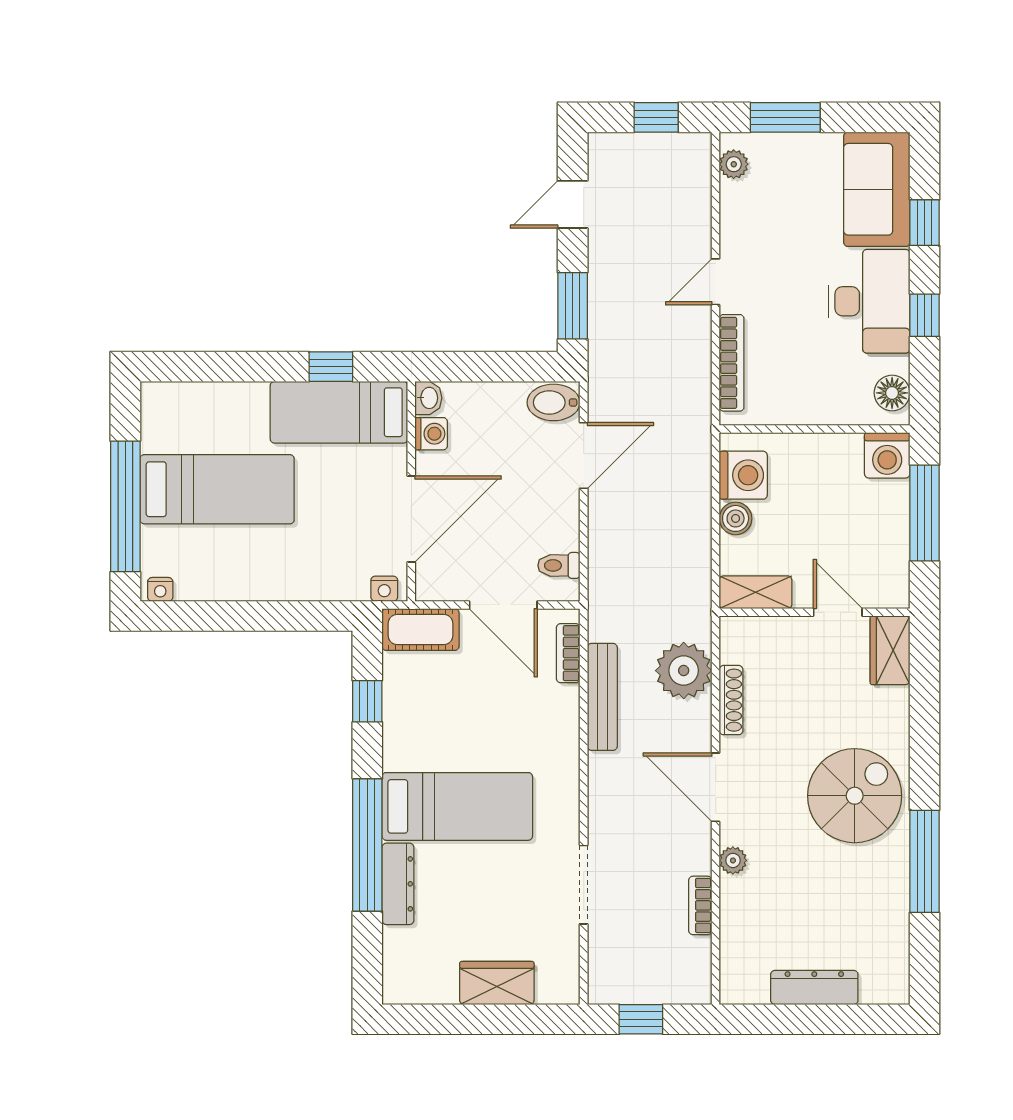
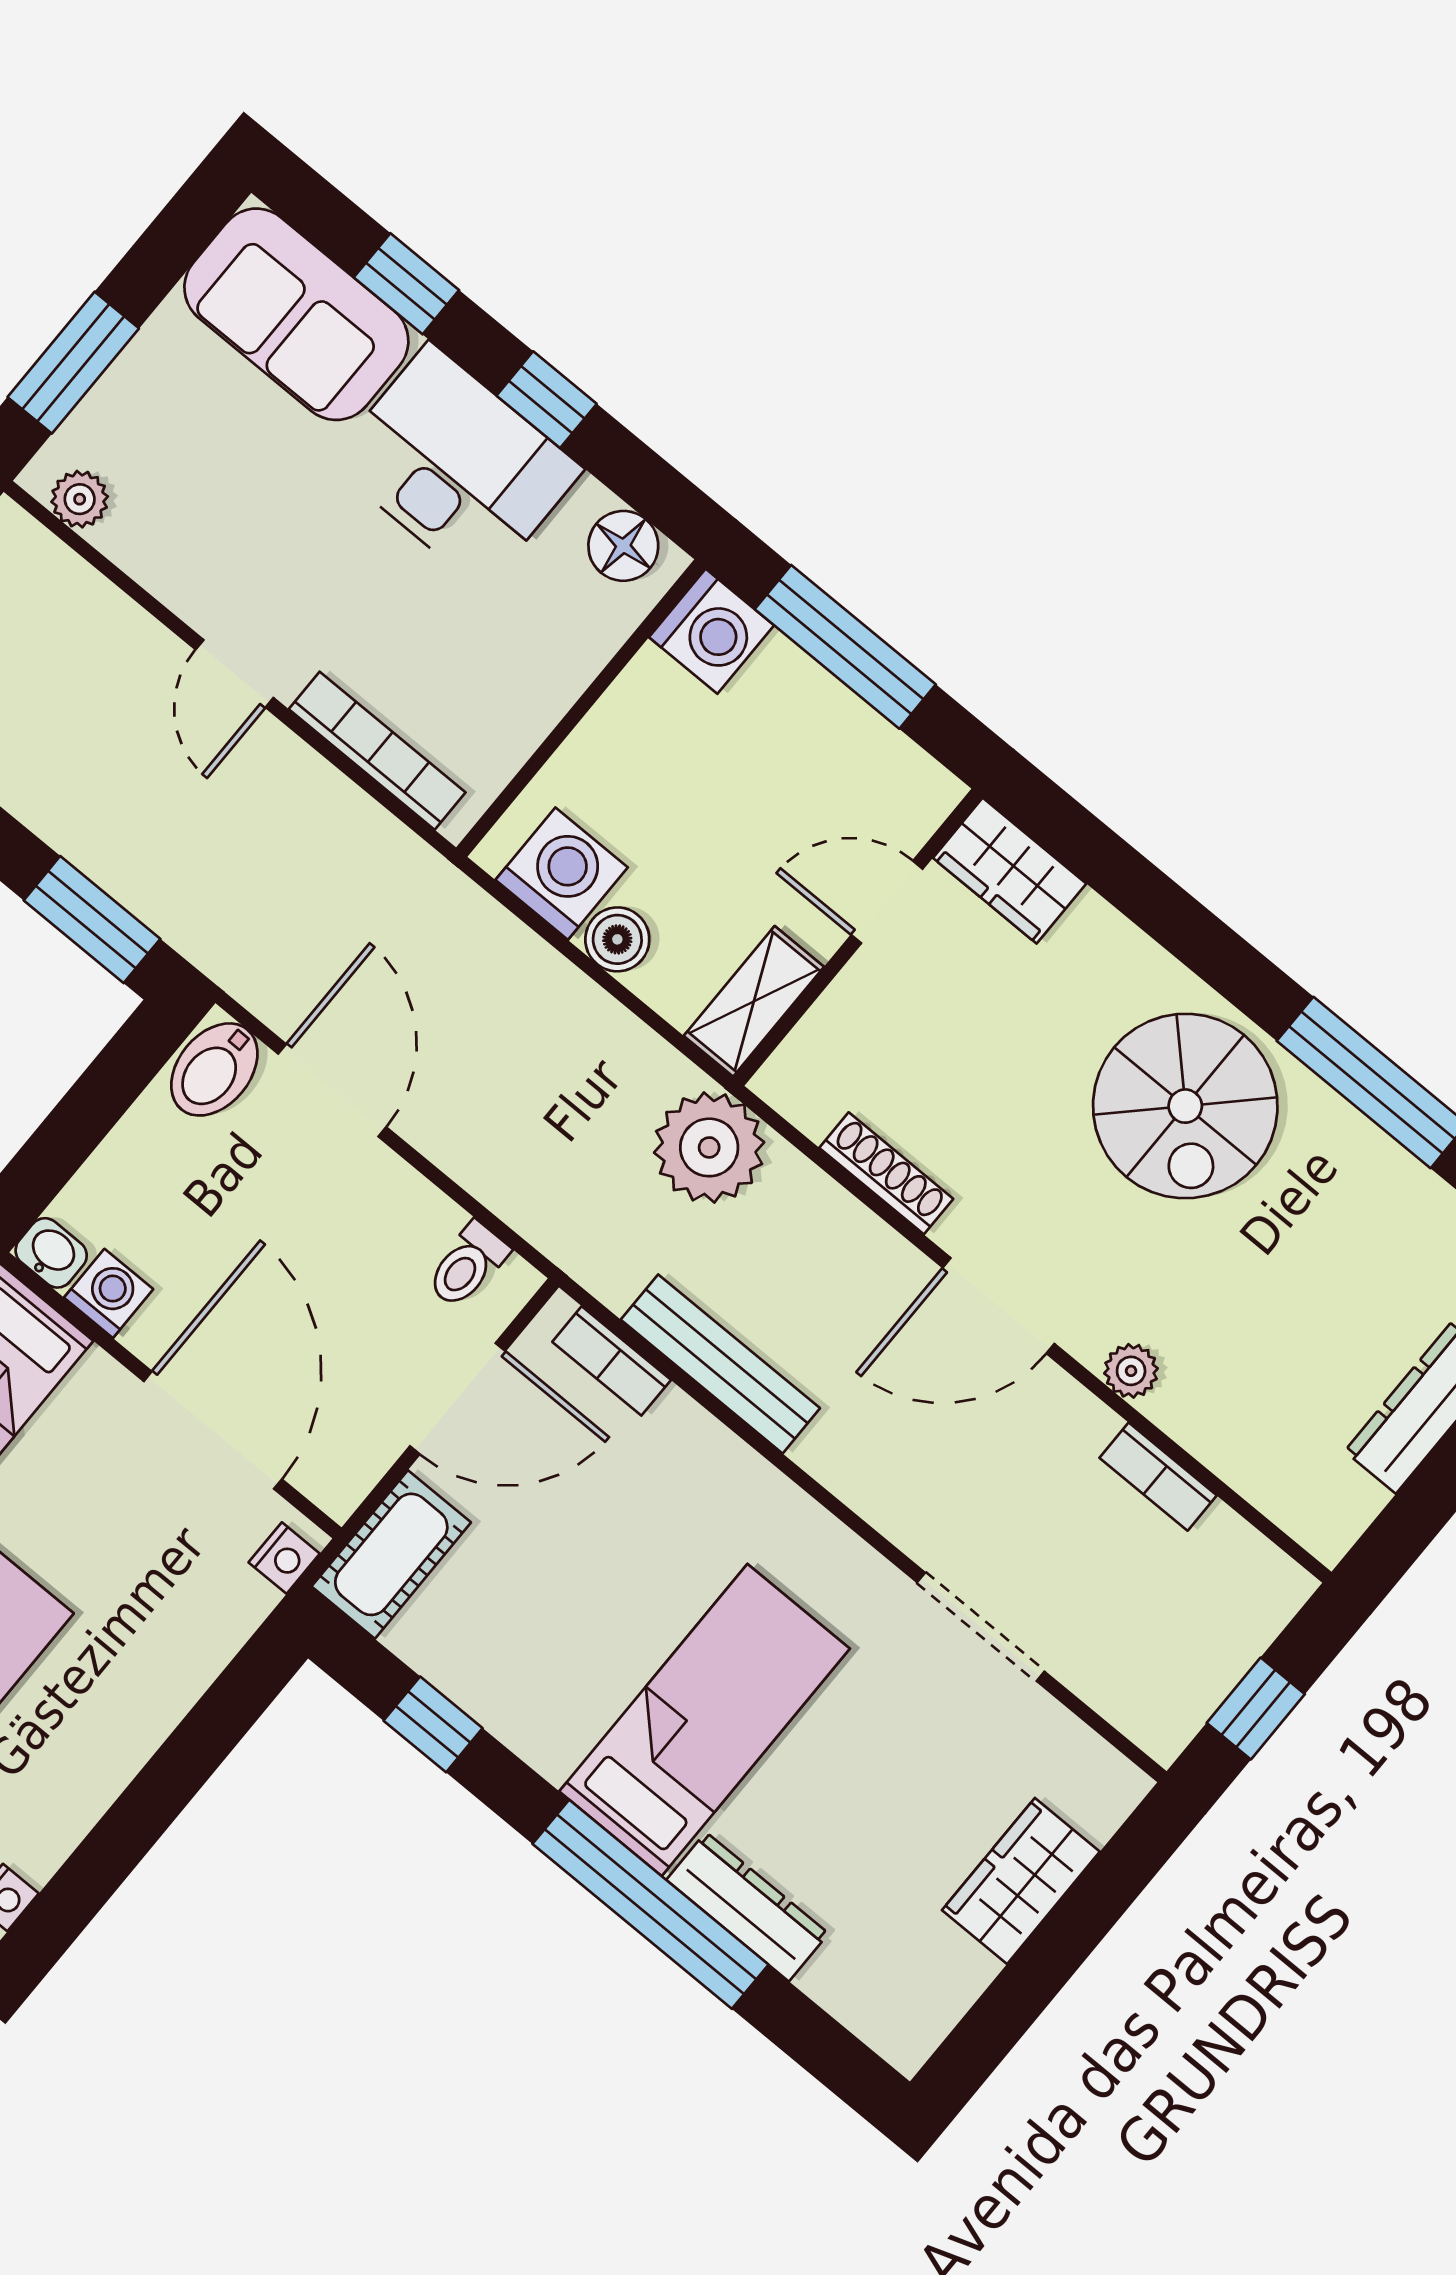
plant: (684, 671) -> (709, 1147), moved
spiral stairs: (855, 796) -> (1185, 1106), turned 180

